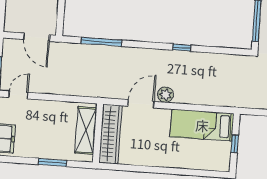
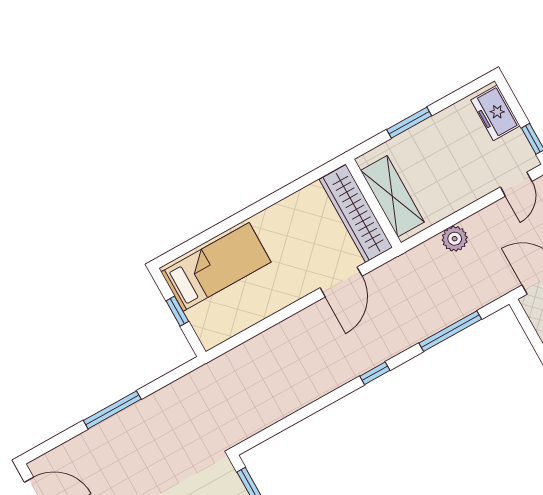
window: (182, 48) -> (375, 373), moved
plant: (165, 95) -> (455, 239), moved
bed: (202, 125) -> (216, 267), moved

